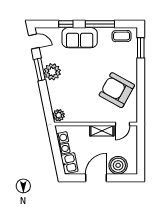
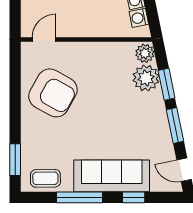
sofa: (80, 38) -> (112, 176), width x1.36
plant: (52, 72) -> (146, 78), moved
window: (45, 96) -> (167, 84), added
shelving: (102, 131) -> (77, 29), removed

